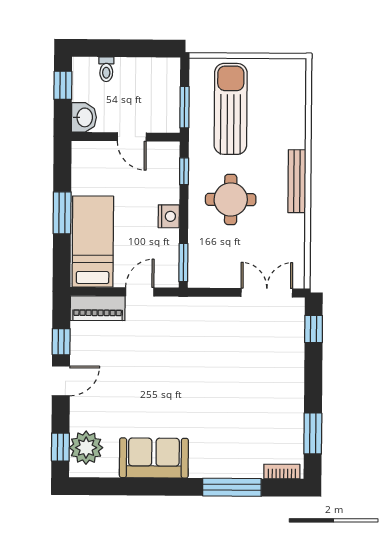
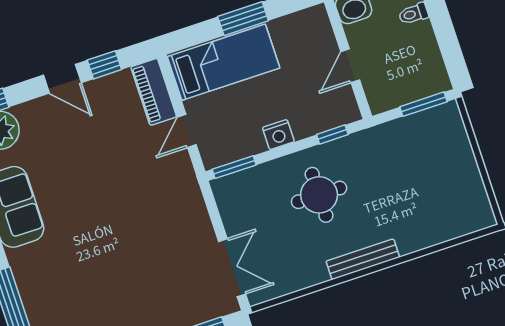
window: (184, 107) -> (423, 104), moved
sun lounger: (231, 109) -> (416, 162), removed
door: (140, 292) -> (187, 131), swing flipped

